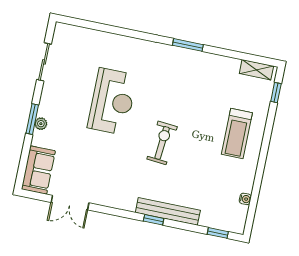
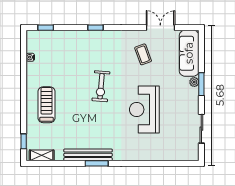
sofa: (38, 170) -> (189, 53), width x1.36
coffee table: (99, 173) -> (143, 54), added
bench: (168, 211) -> (88, 155), moved

